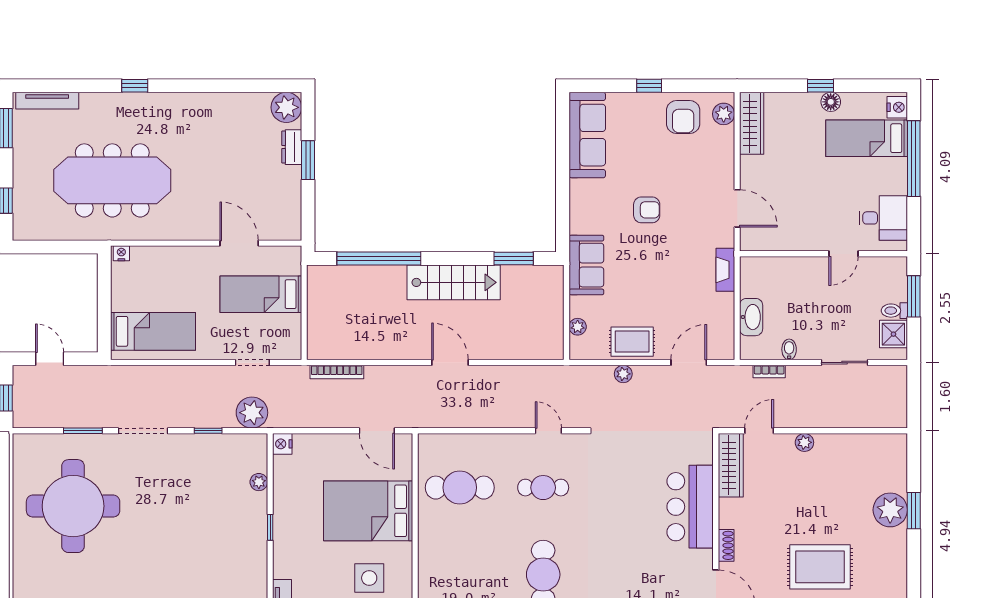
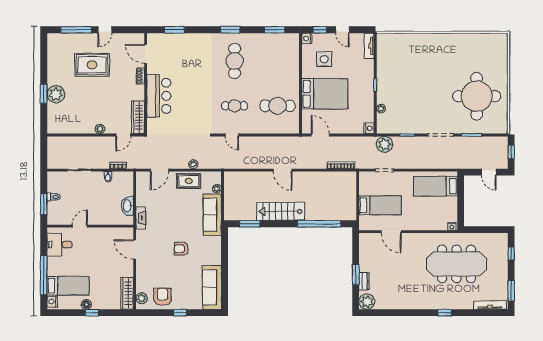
sofa: (586, 265) -> (212, 215), width x1.36
washbasin: (751, 317) -> (127, 206), moved
shower: (893, 334) -> (54, 185), removed

